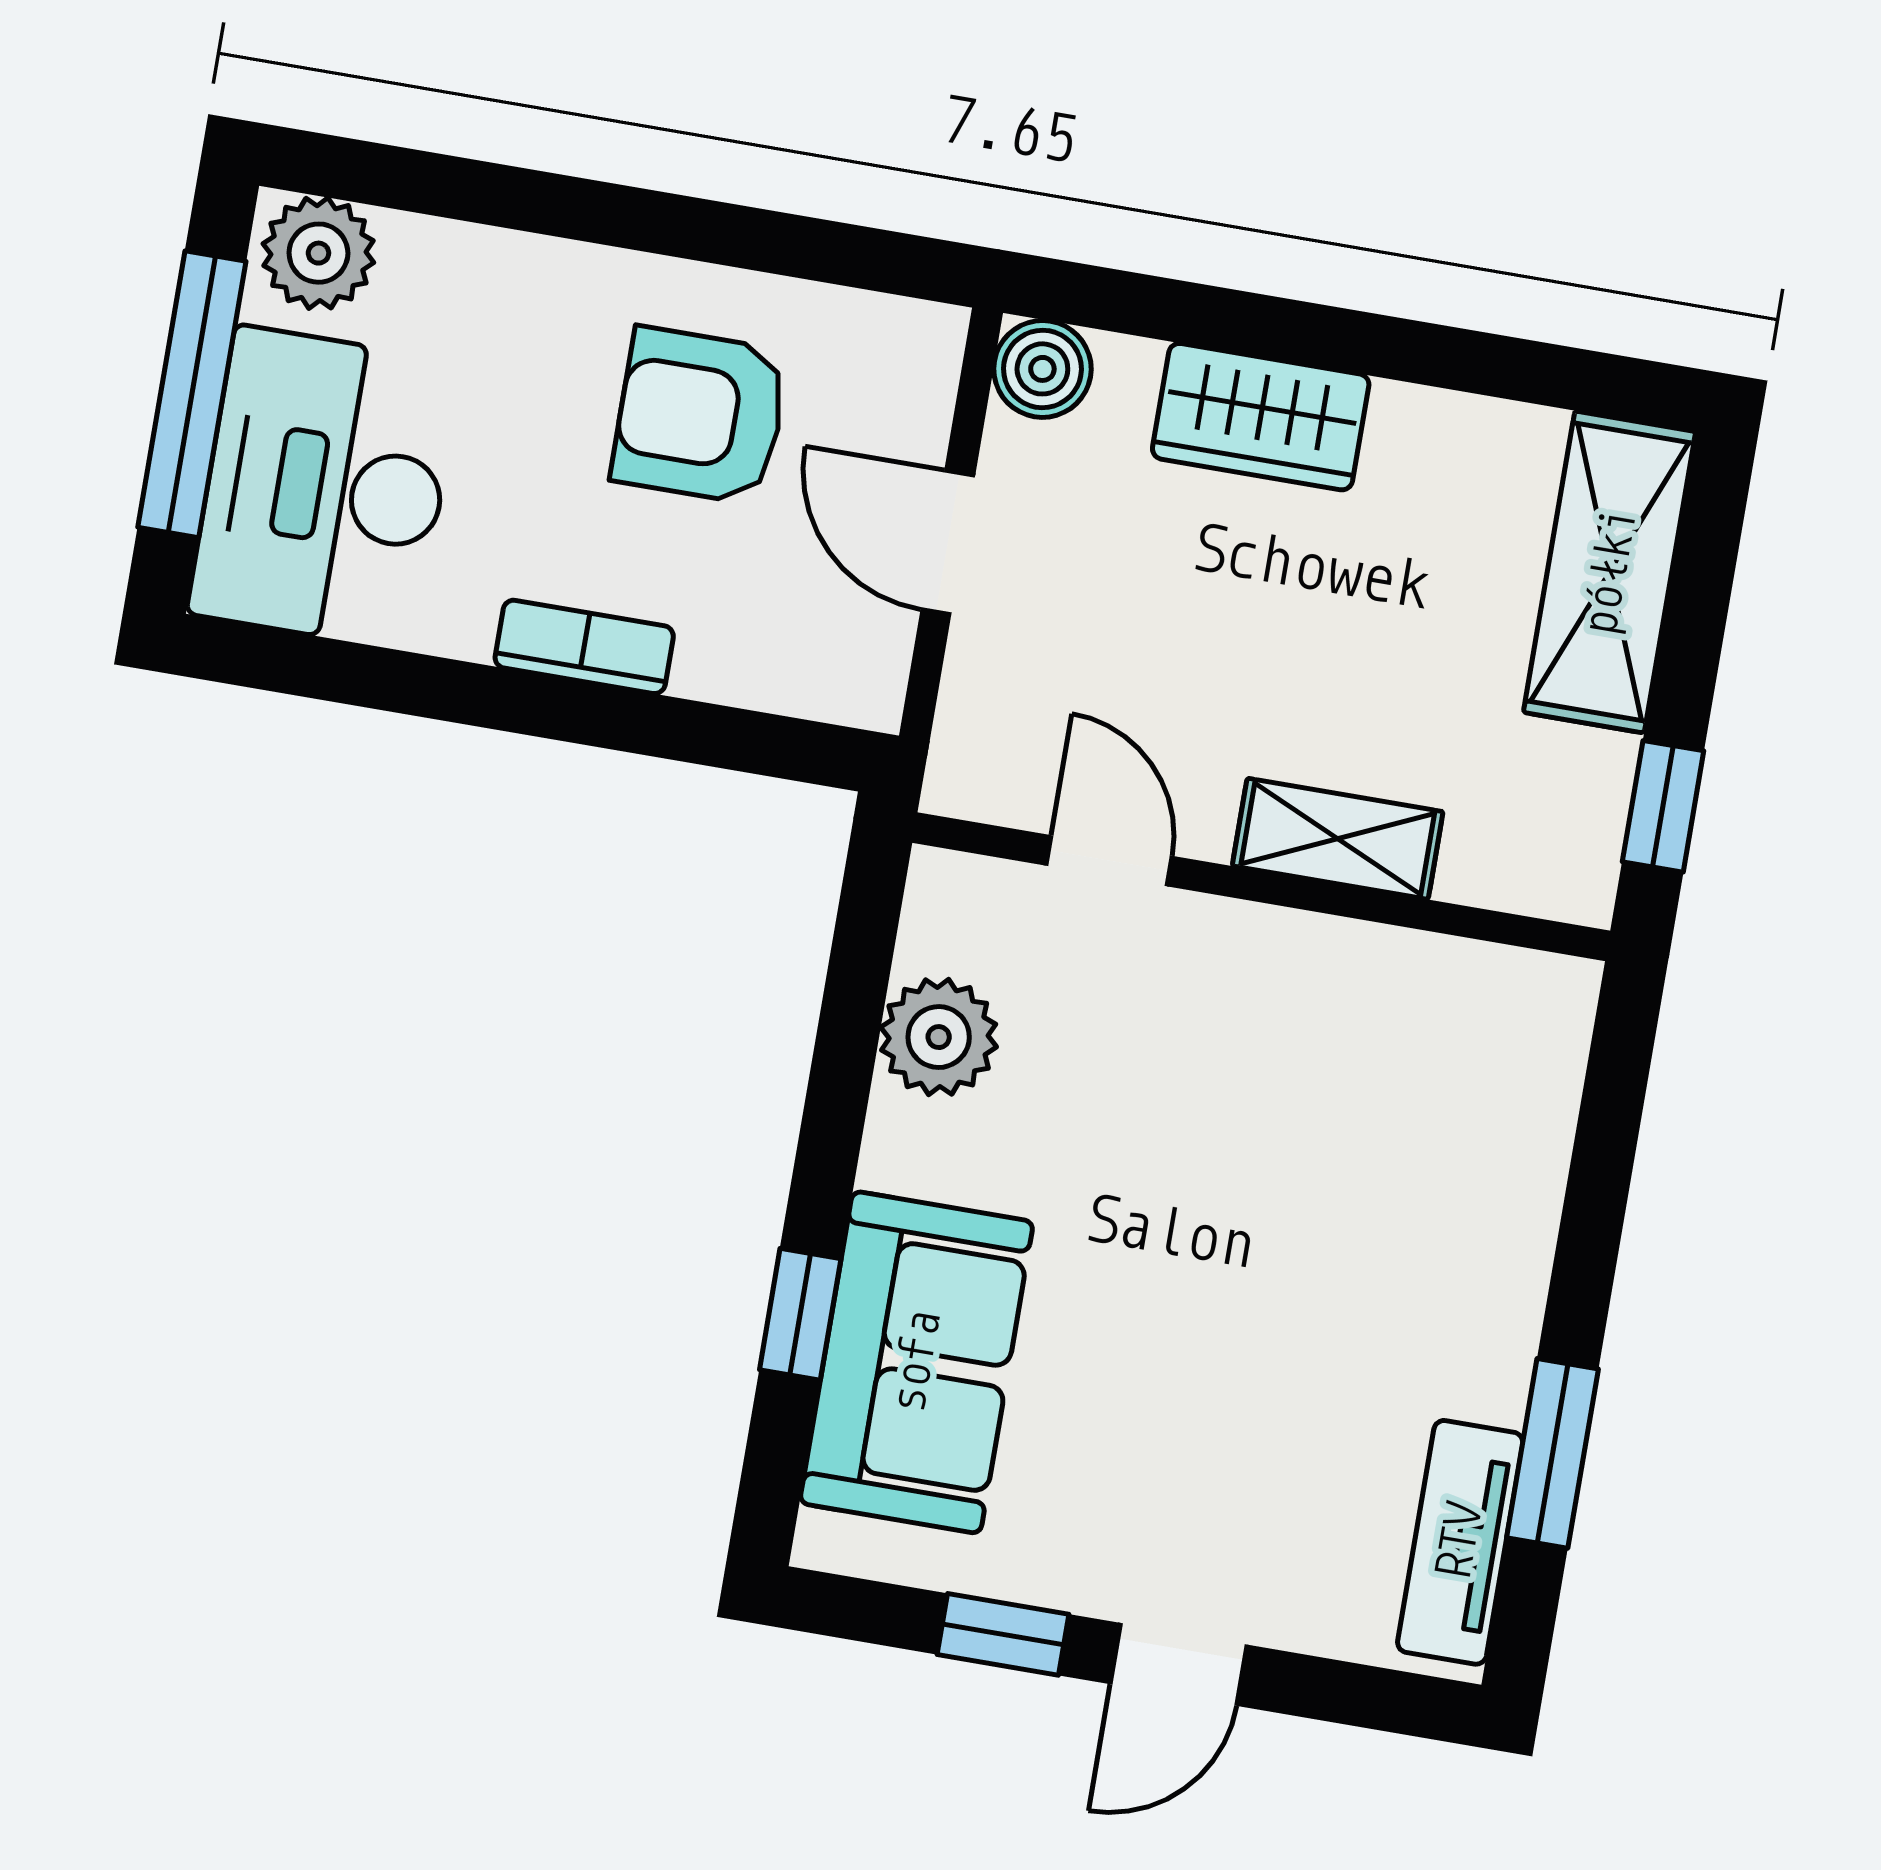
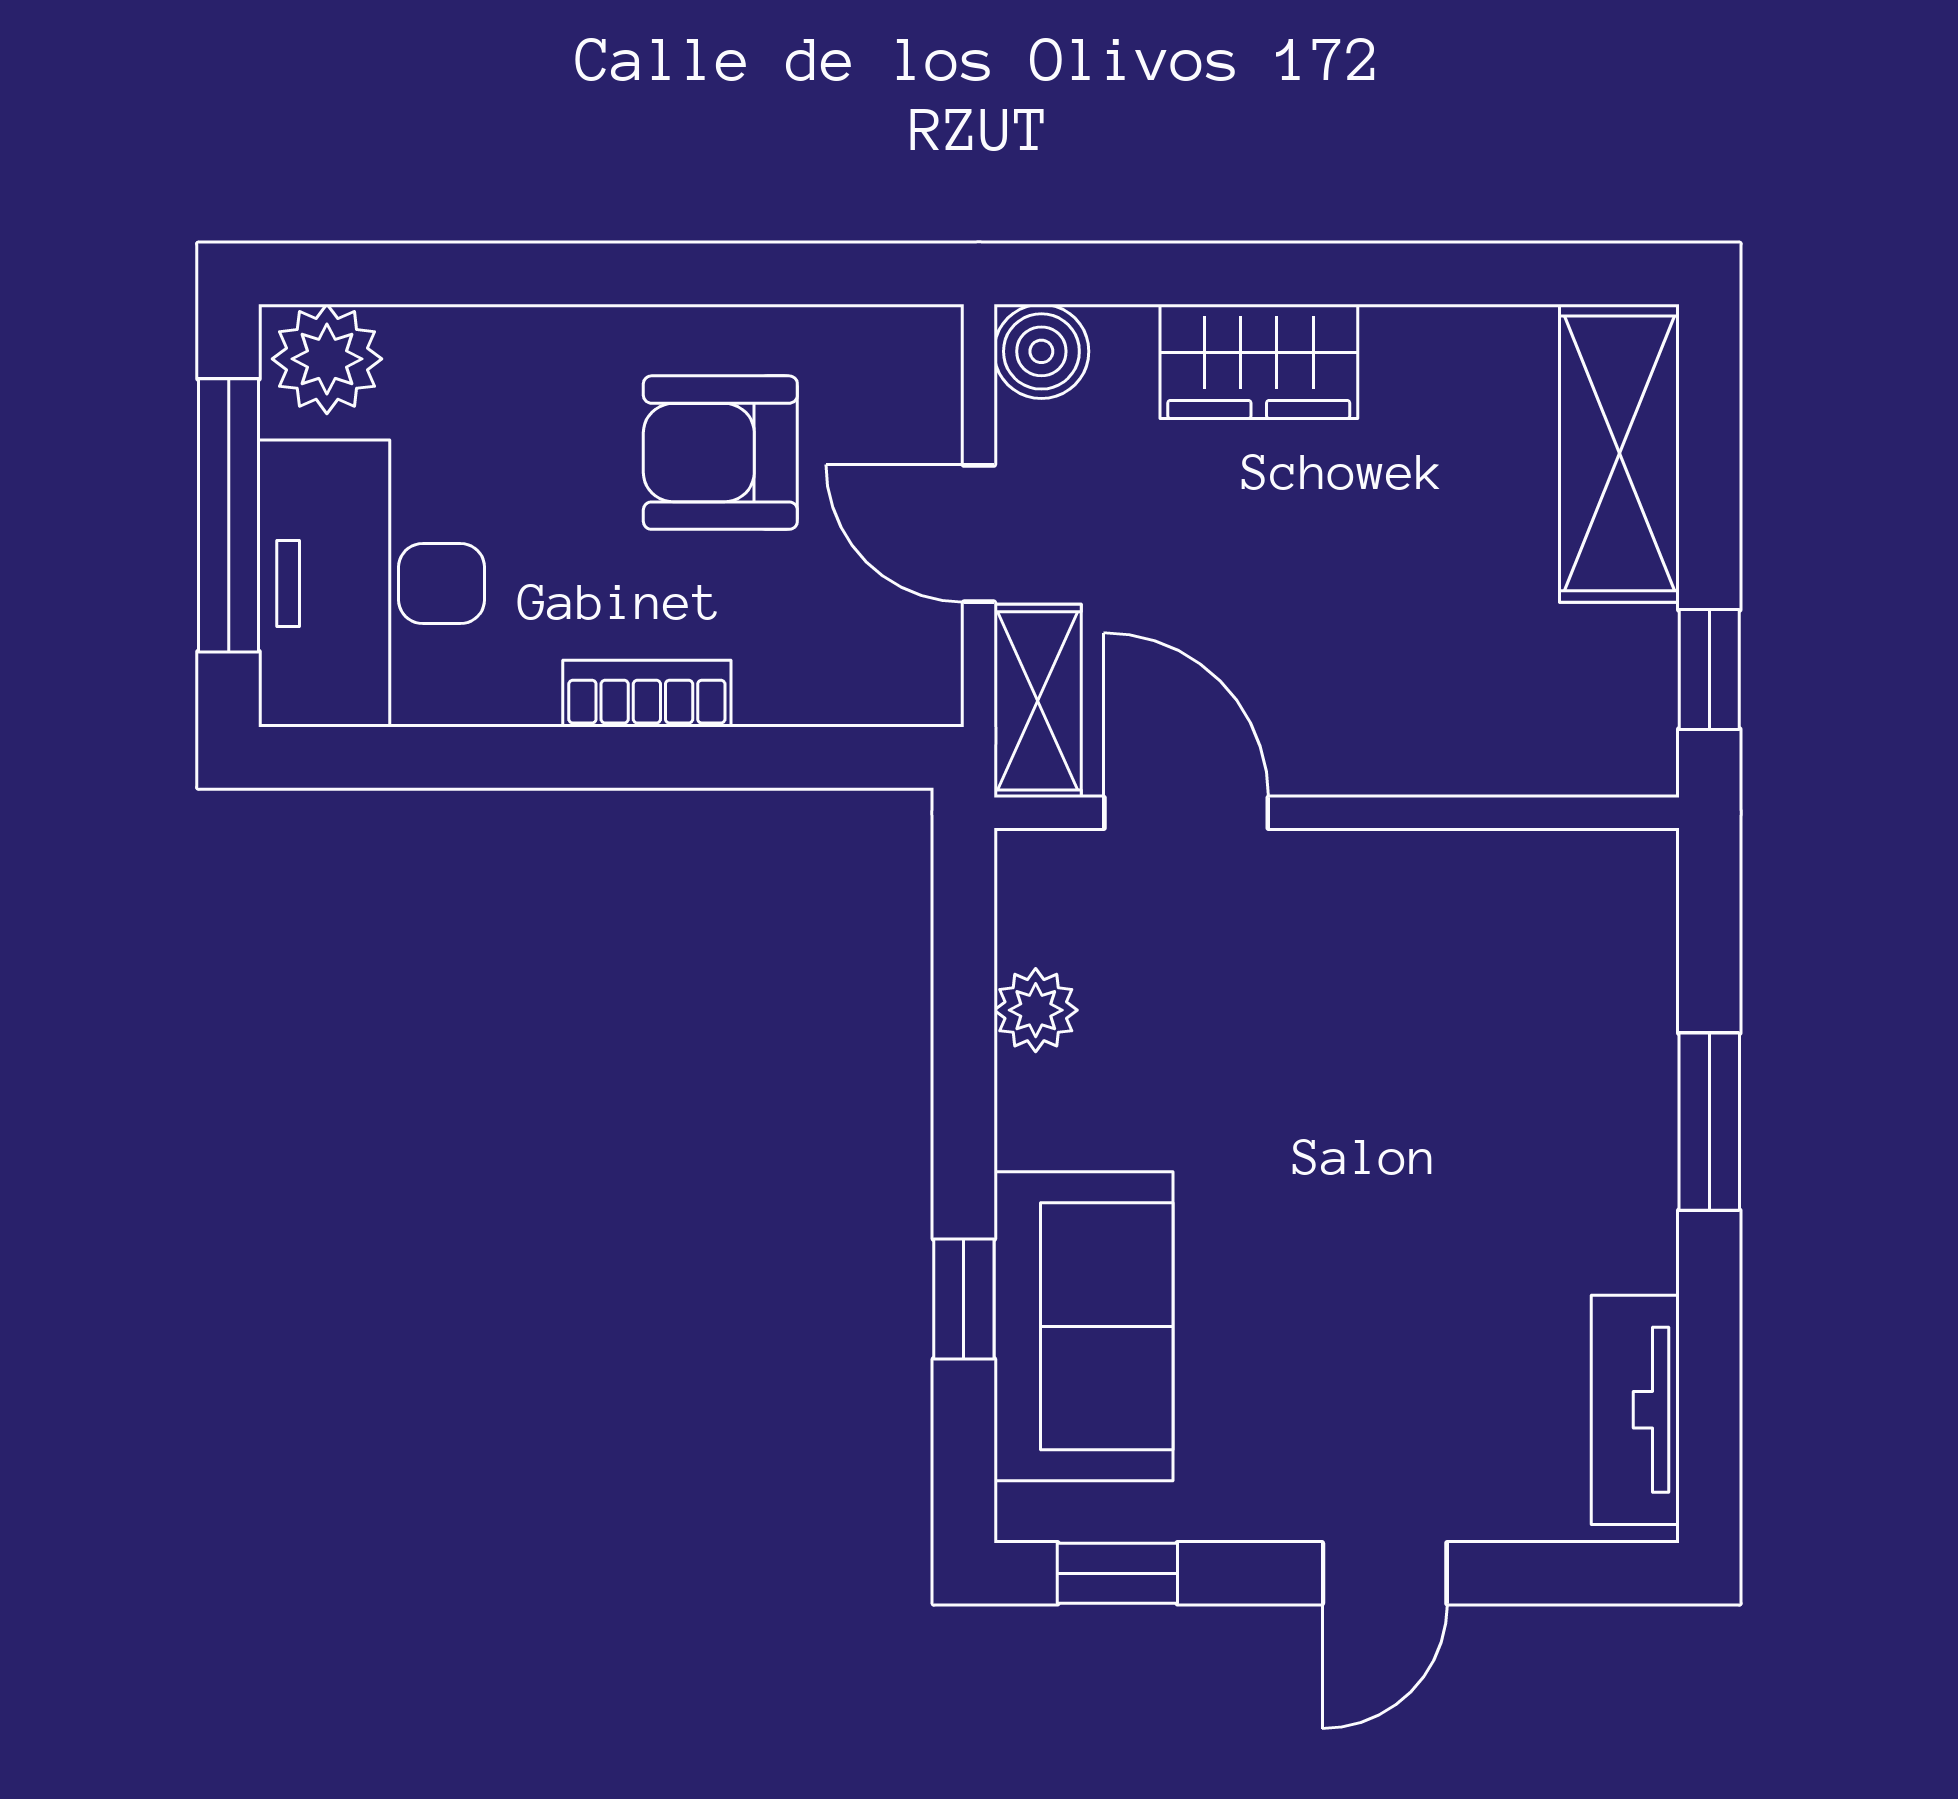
shelving: (1338, 839) -> (1038, 701), moved, turned 90
door: (1109, 861) -> (1186, 813), width x1.38
plant: (939, 1037) -> (1036, 1010), width x0.73, depth x0.73
window: (1552, 1453) -> (1709, 1122), moved
window: (1003, 1634) -> (1117, 1573), moved

